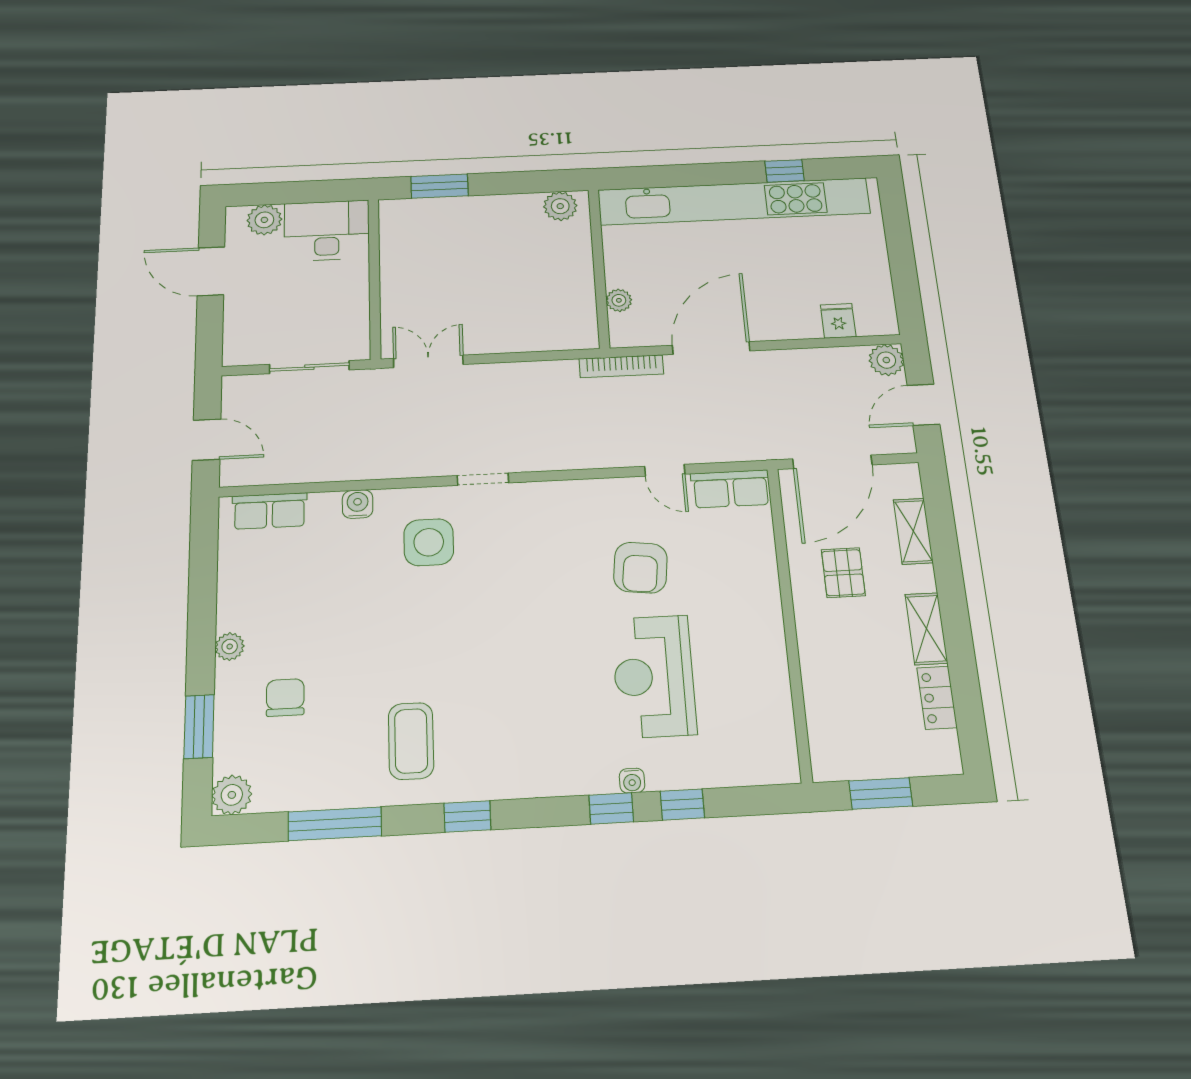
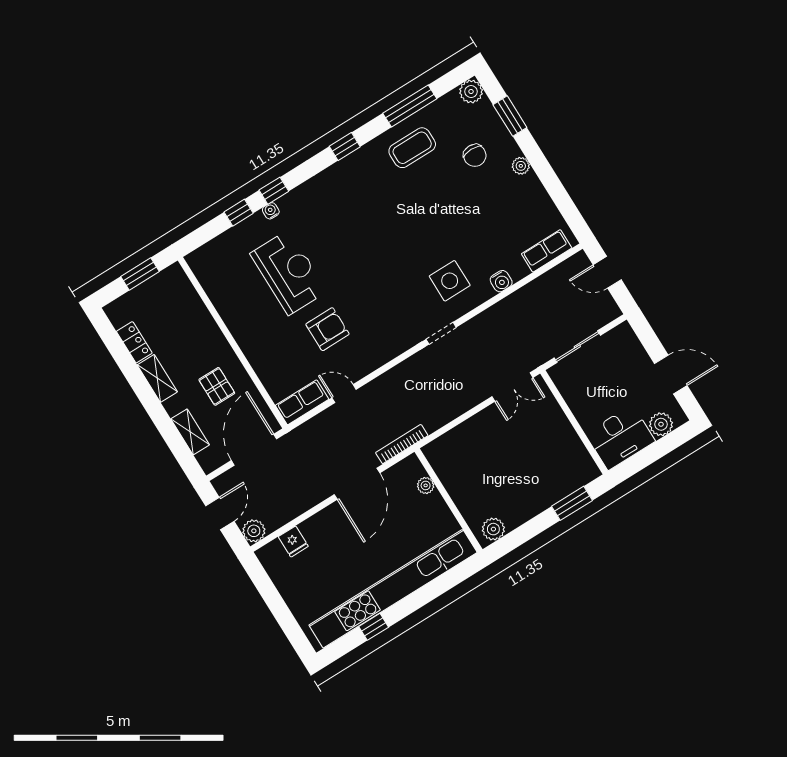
armchair: (640, 568) -> (327, 329), turned 83
coffee table: (411, 741) -> (412, 148), moved, turned 90

